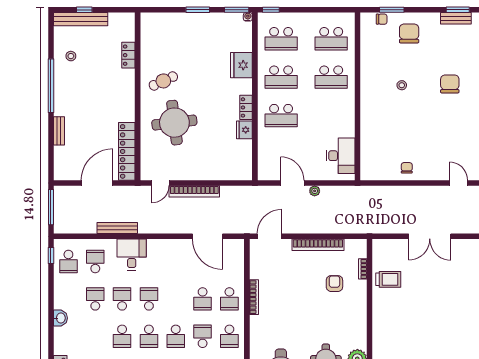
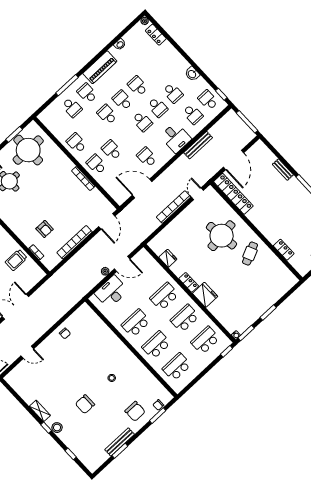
bench: (456, 18) -> (120, 442), width x1.36
fridge: (241, 65) -> (205, 295), moved
chair: (450, 84) -> (85, 404), turned 90
school desk: (331, 116) -> (136, 323), added
fridge: (244, 130) -> (168, 258), moved
desk: (341, 156) -> (111, 292), moved, turned 90
washbasin: (60, 318) -> (192, 74), moved
school desk: (203, 336) -> (147, 157), moved, turned 180

